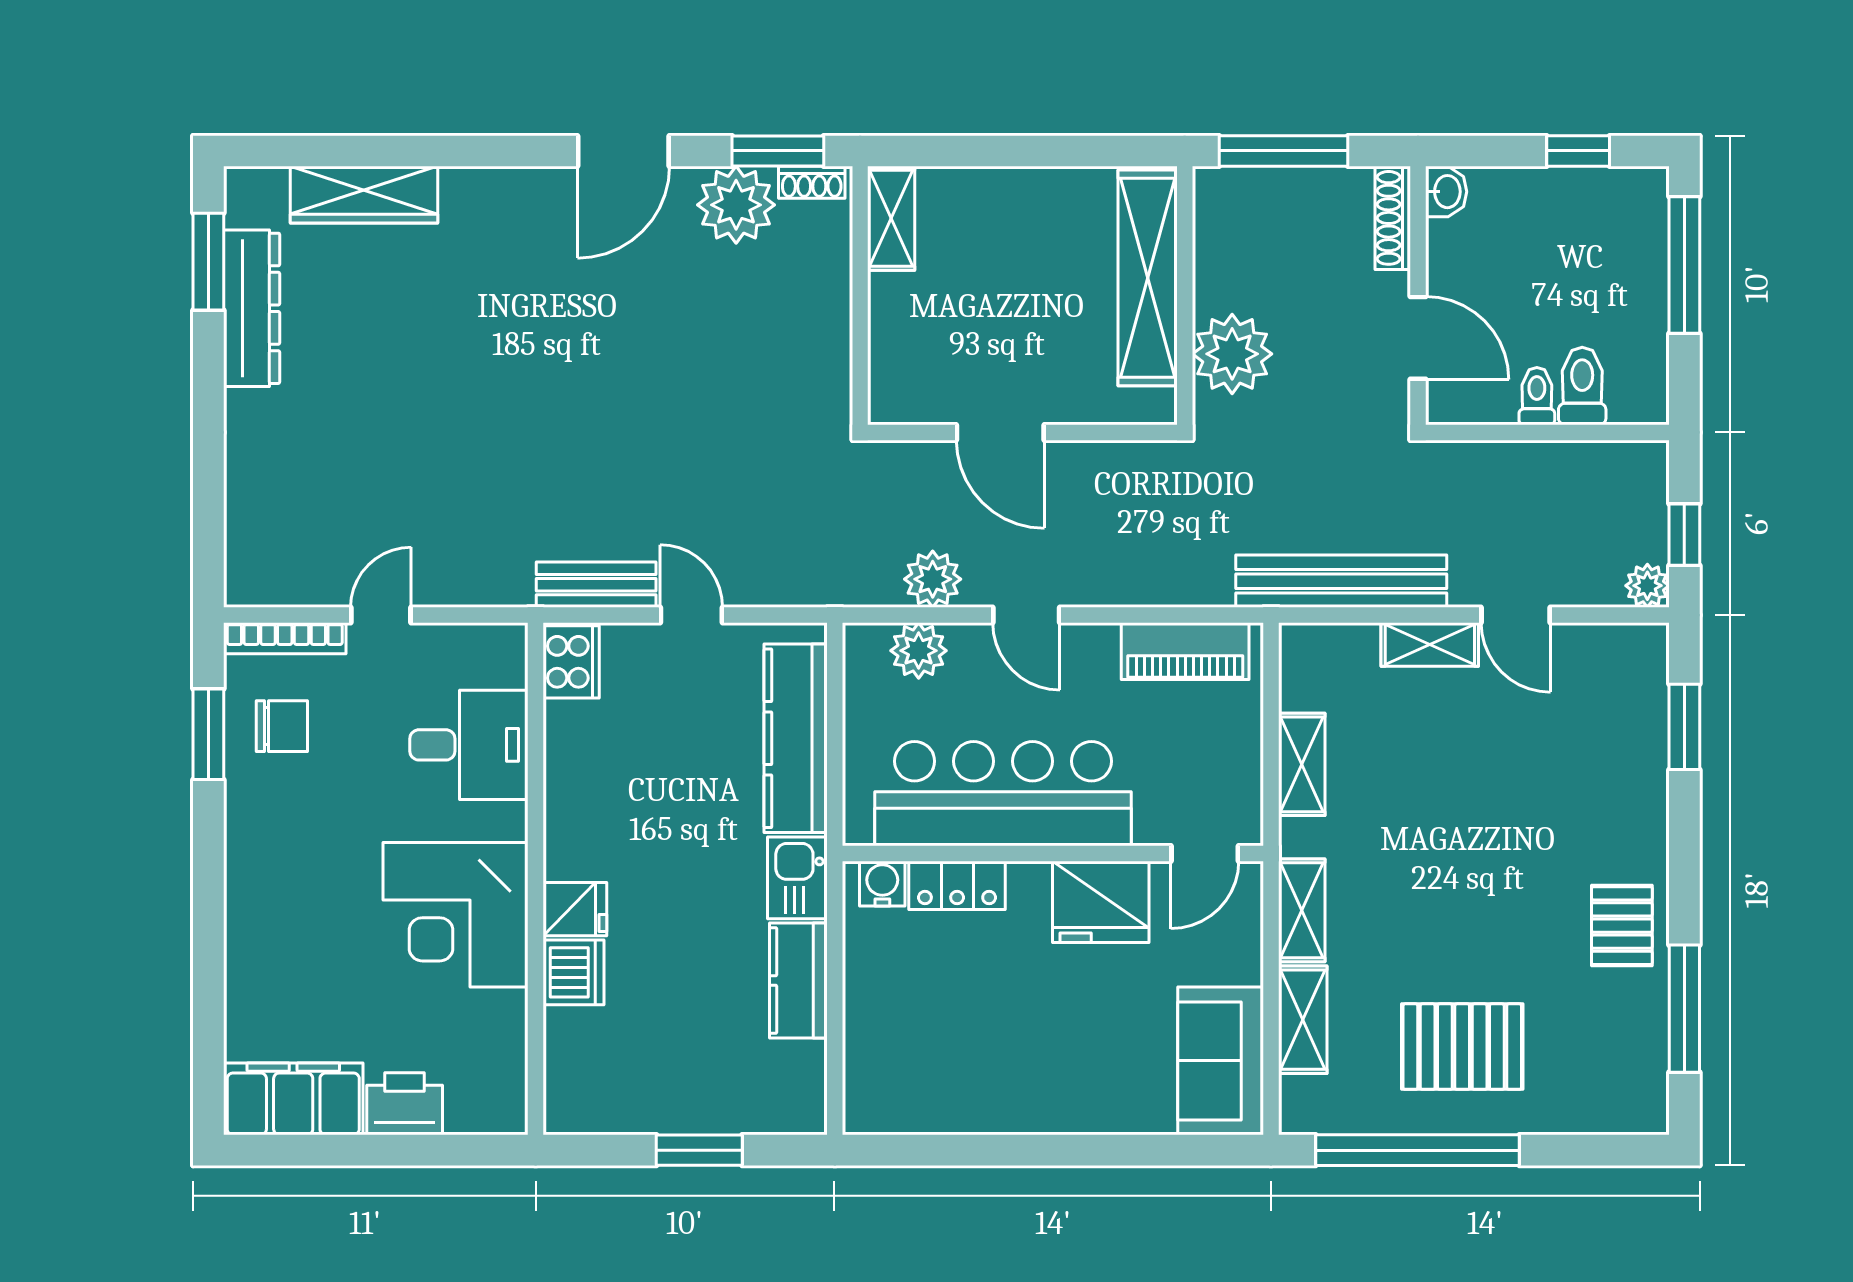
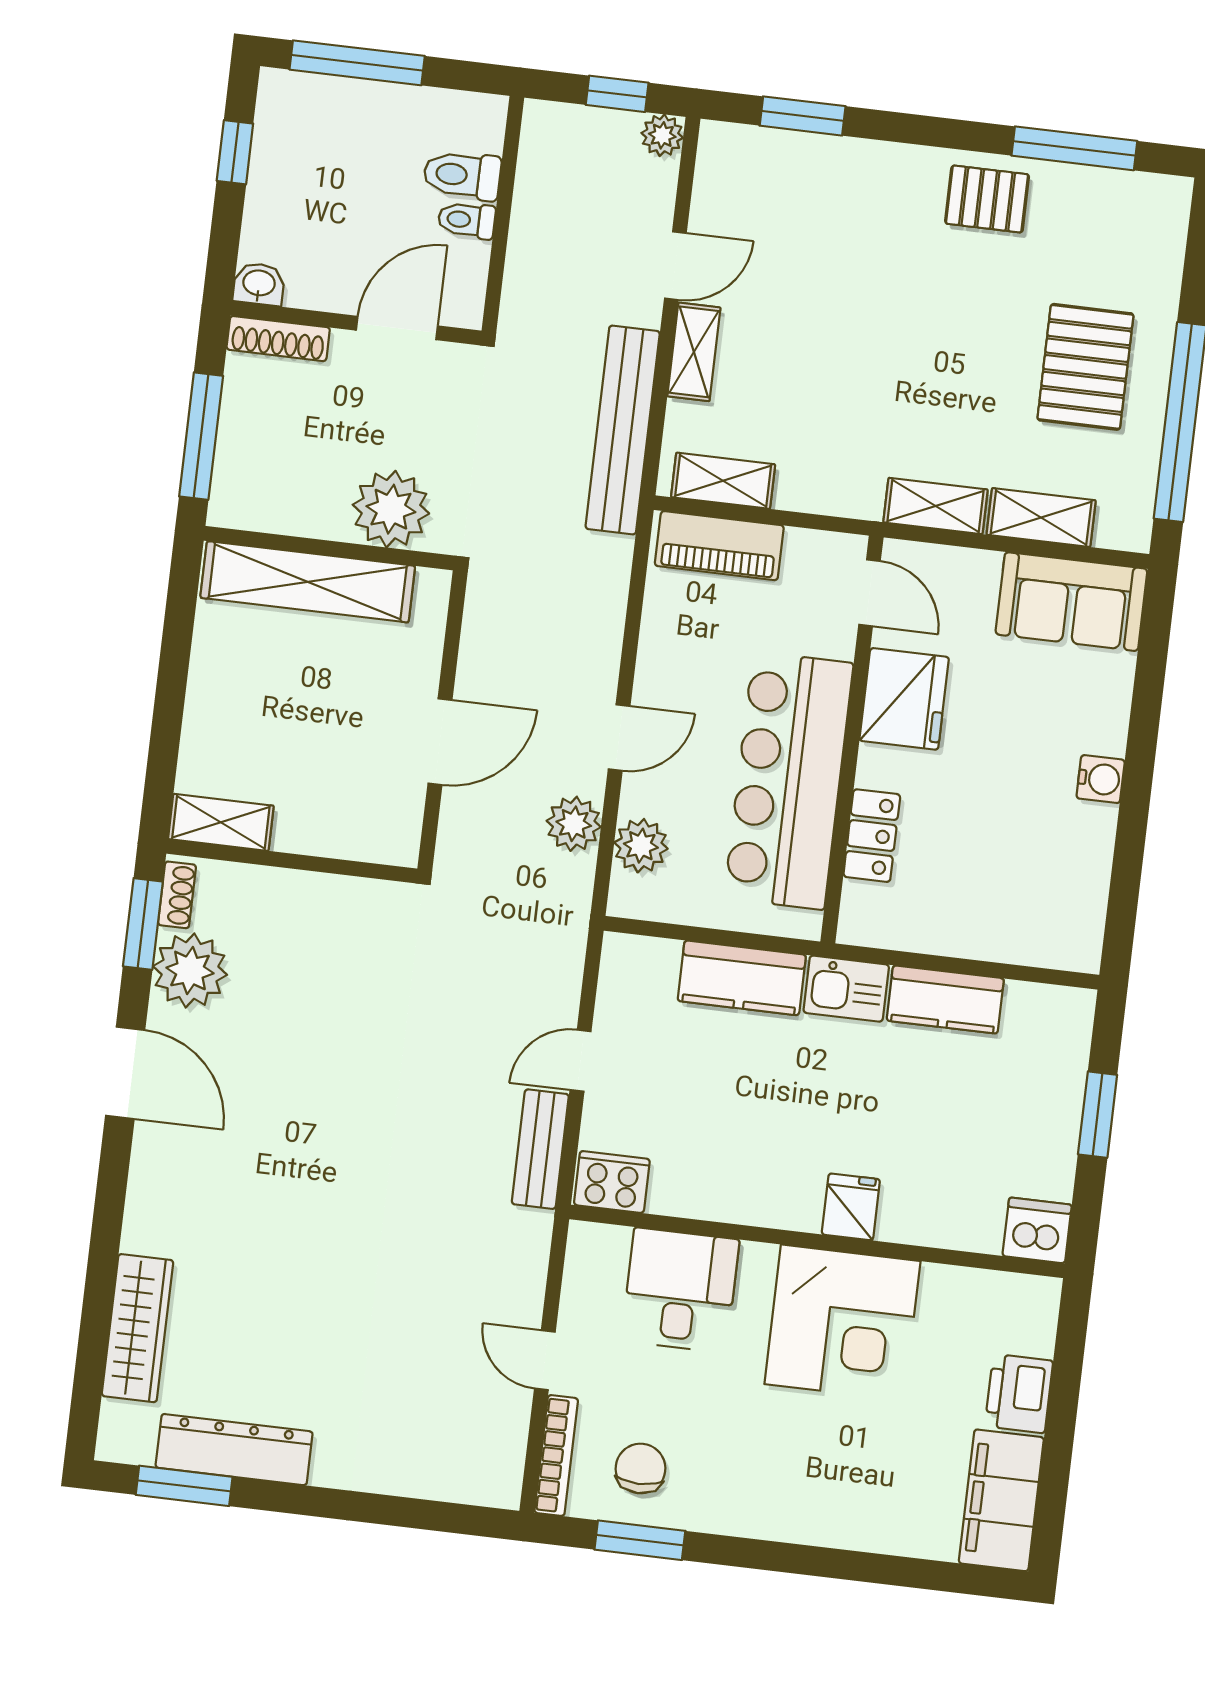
piano: (1185, 651) -> (719, 546), moved, turned 90
kitchen counter: (796, 738) -> (742, 978), width x0.67
shelving: (1302, 764) -> (723, 481), moved
water cooler: (882, 884) -> (1101, 779), moved, turned 180
dishwasher: (574, 972) -> (1037, 1230), moved

